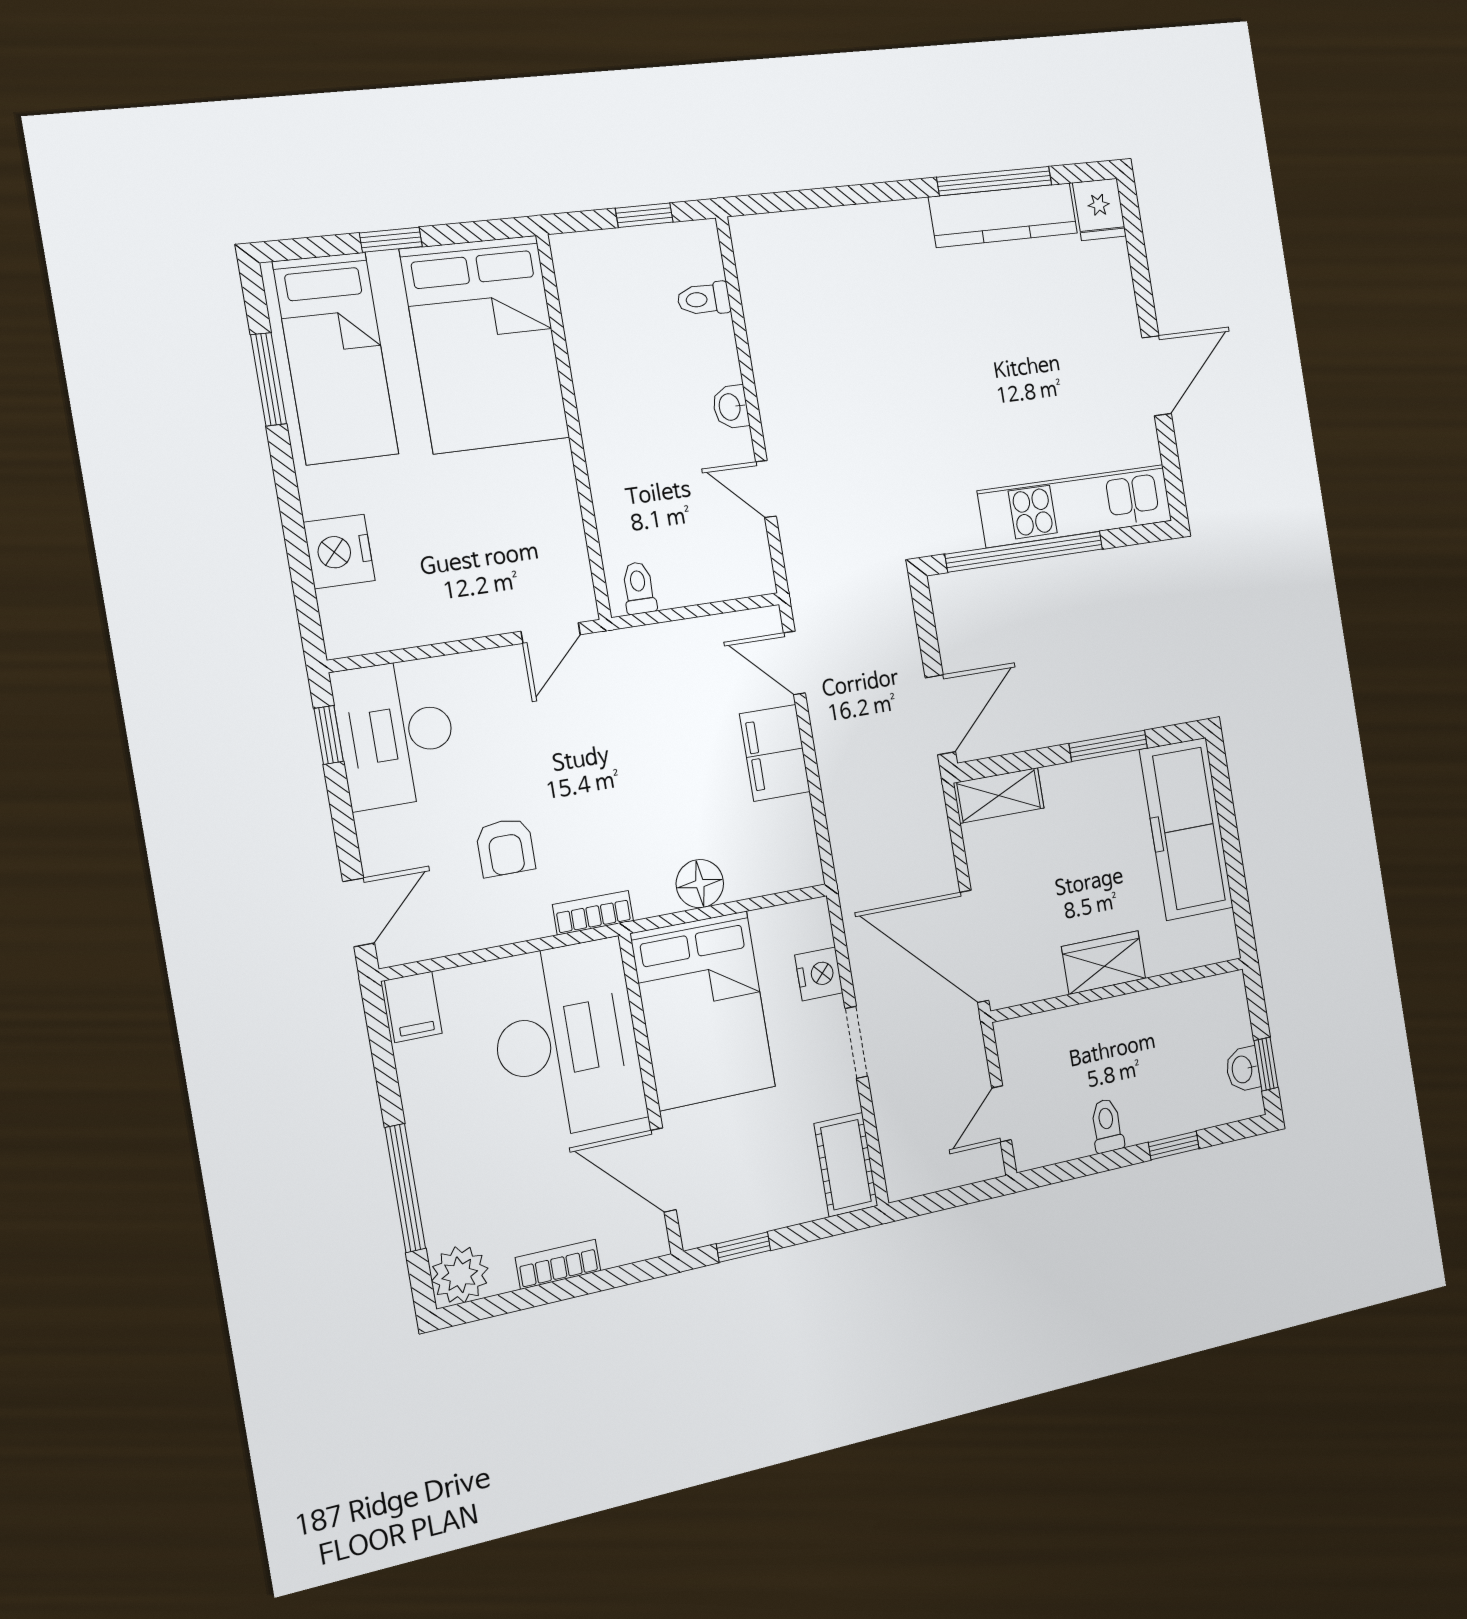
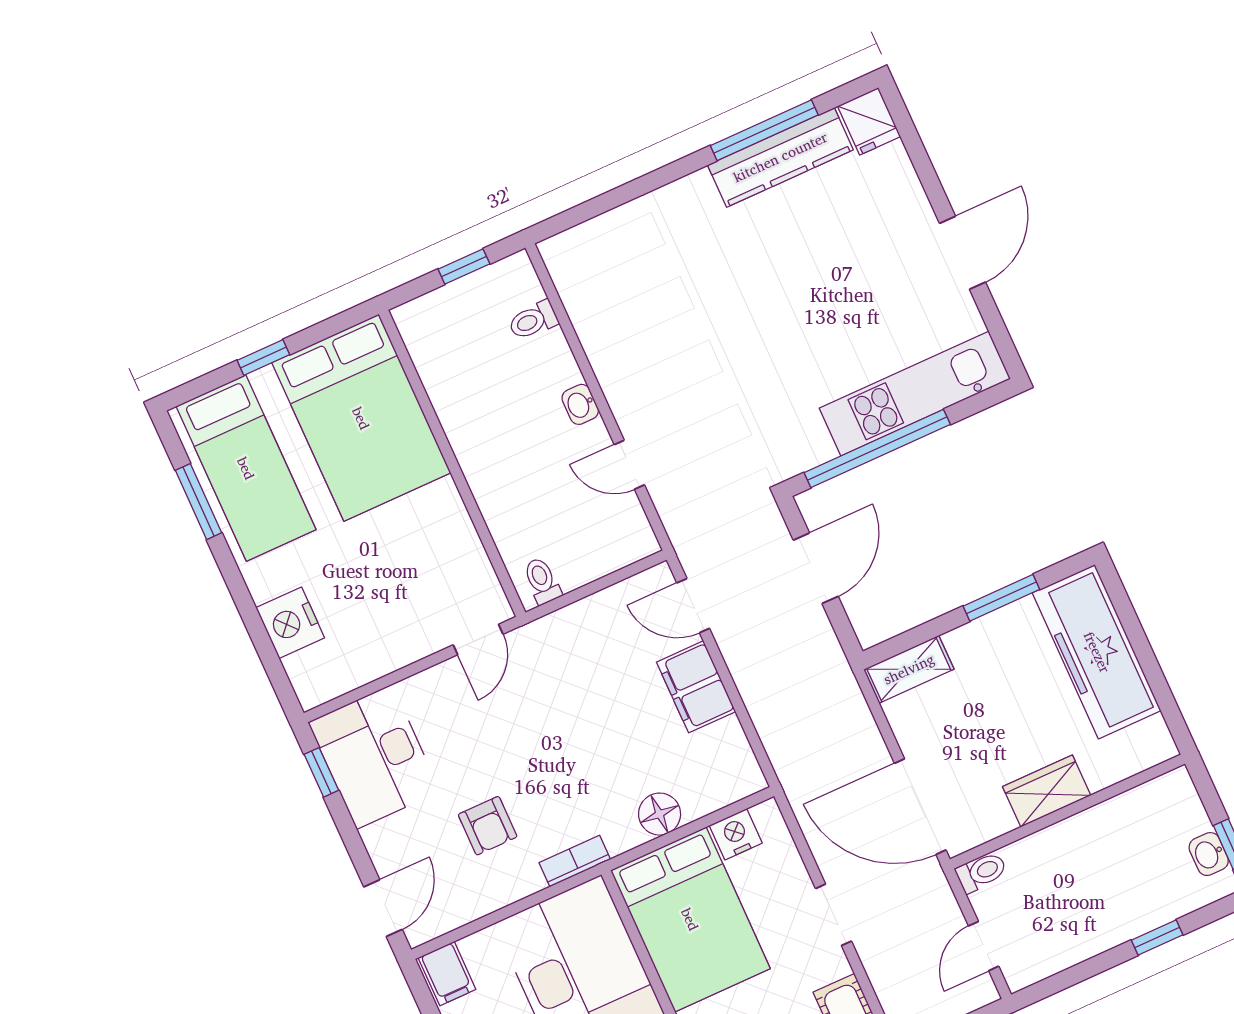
door: (940, 715) -> (816, 568), moved
nightstand: (819, 974) -> (736, 834), moved, turned -90
toilet: (1107, 1126) -> (981, 872), moved, turned 90

